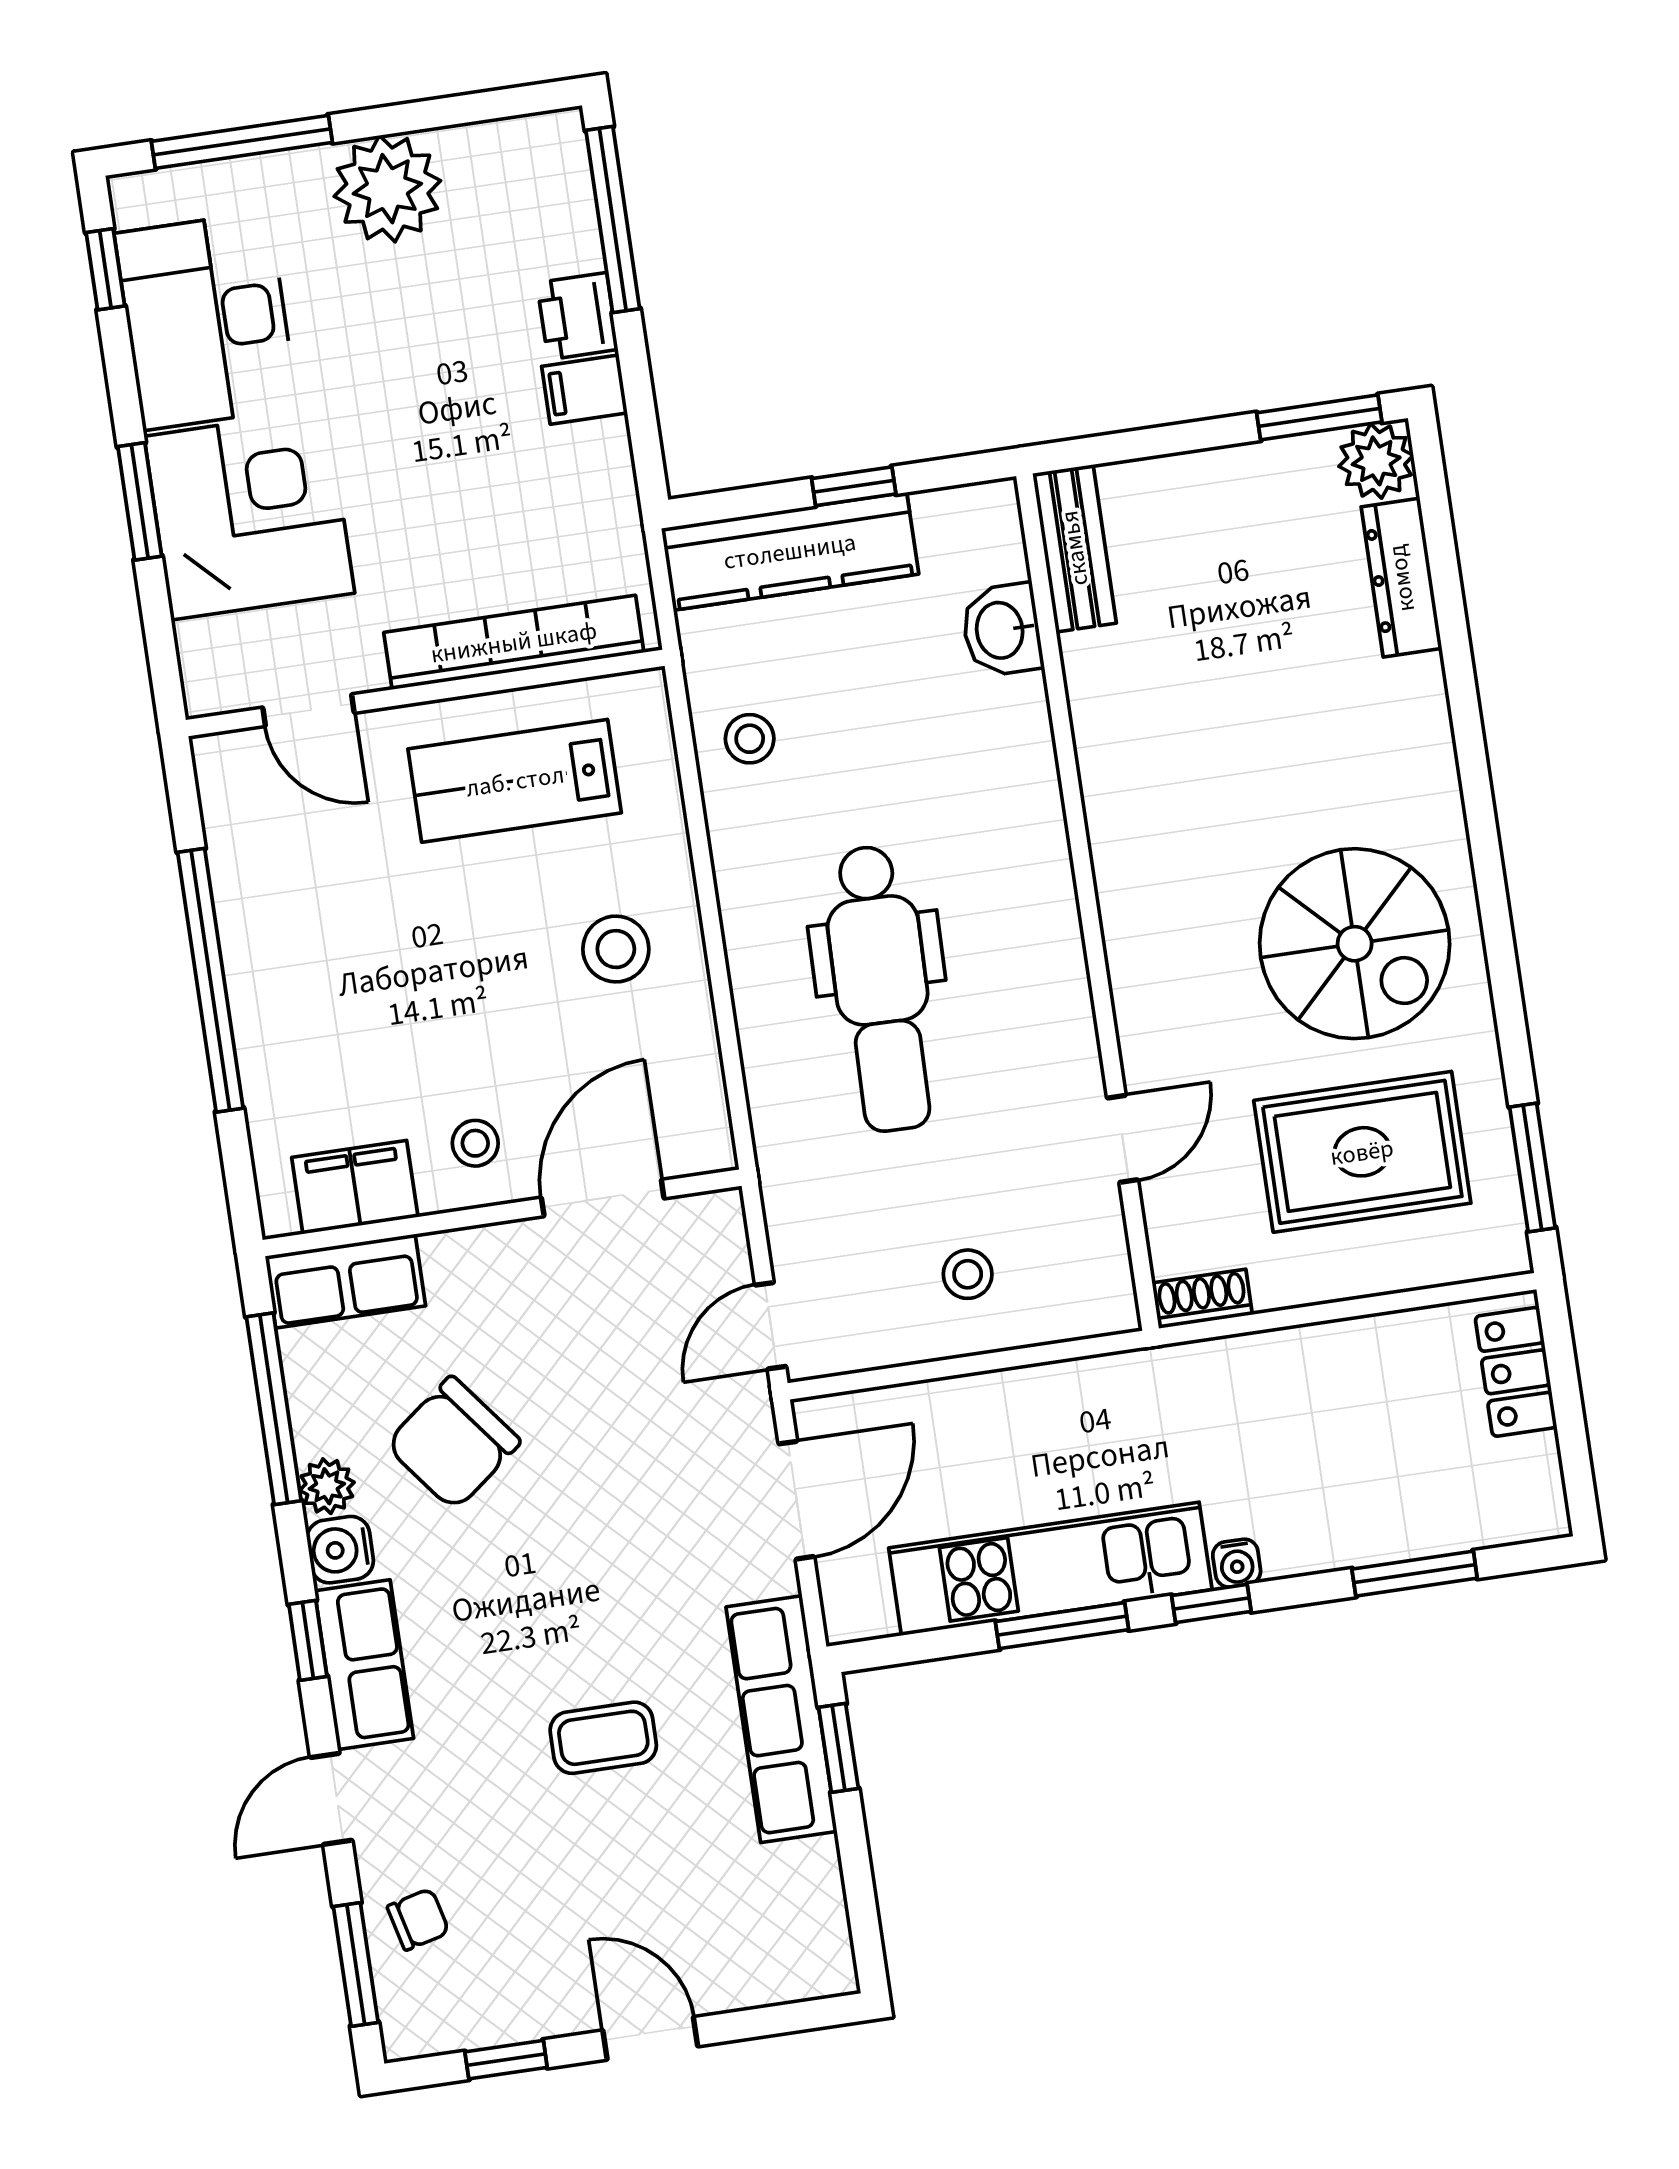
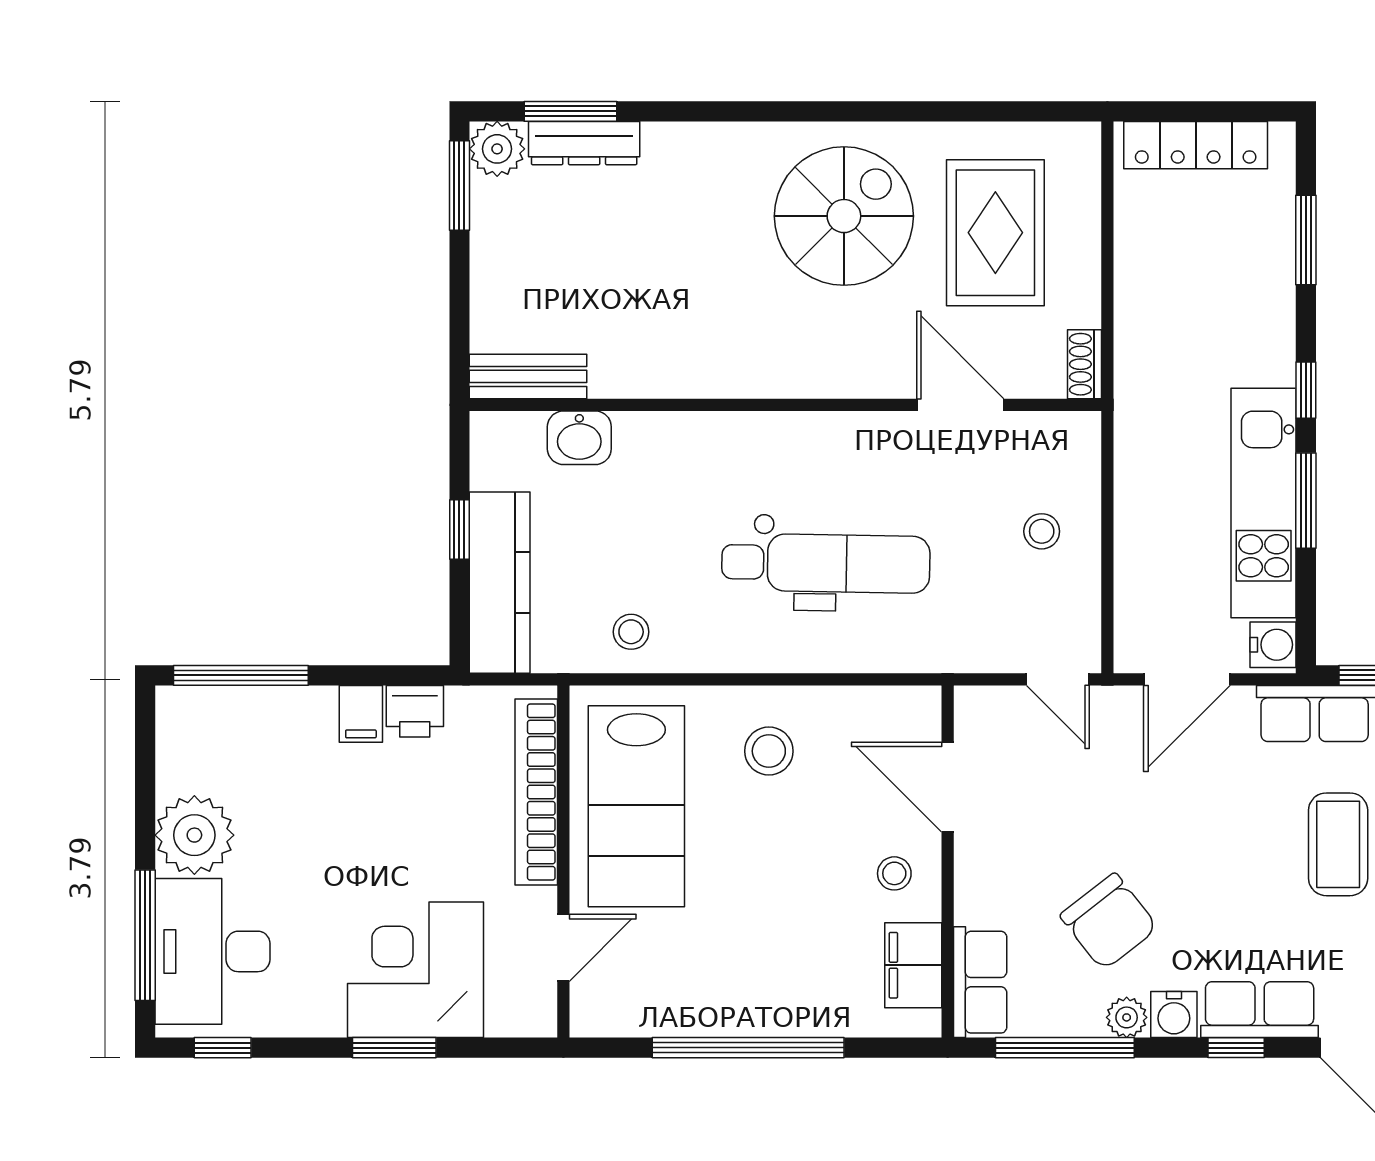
printer: (577, 316) -> (415, 711), moved
desk: (206, 321) -> (212, 951), moved, turned 90
lab bench: (515, 781) -> (636, 806), width x1.36, depth x1.39
door: (1122, 1139) -> (960, 405), width x1.38
window: (1532, 1167) -> (570, 111), moved
locker: (1516, 1372) -> (1196, 145), width x1.53
door: (796, 1500) -> (1187, 679), swing flipped
water cooler: (1237, 1563) -> (1273, 645), moved, width x1.38, depth x1.38
coffee table: (603, 1738) -> (1338, 844), width x1.36, depth x1.30

